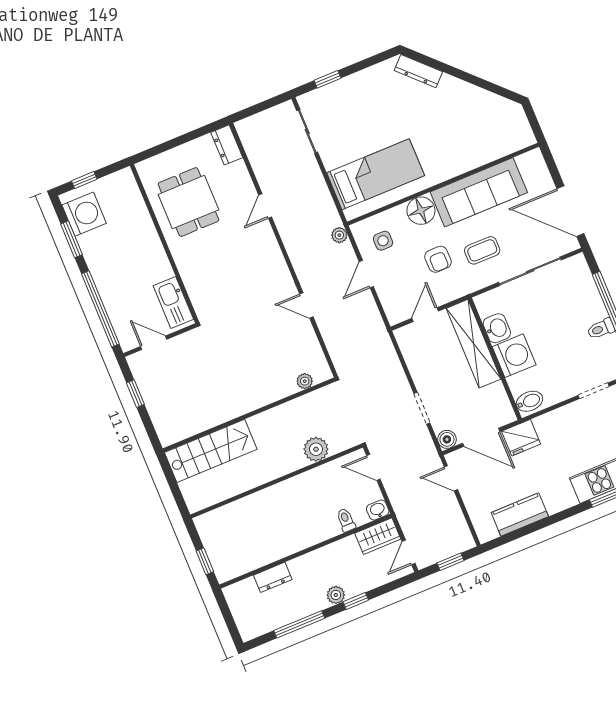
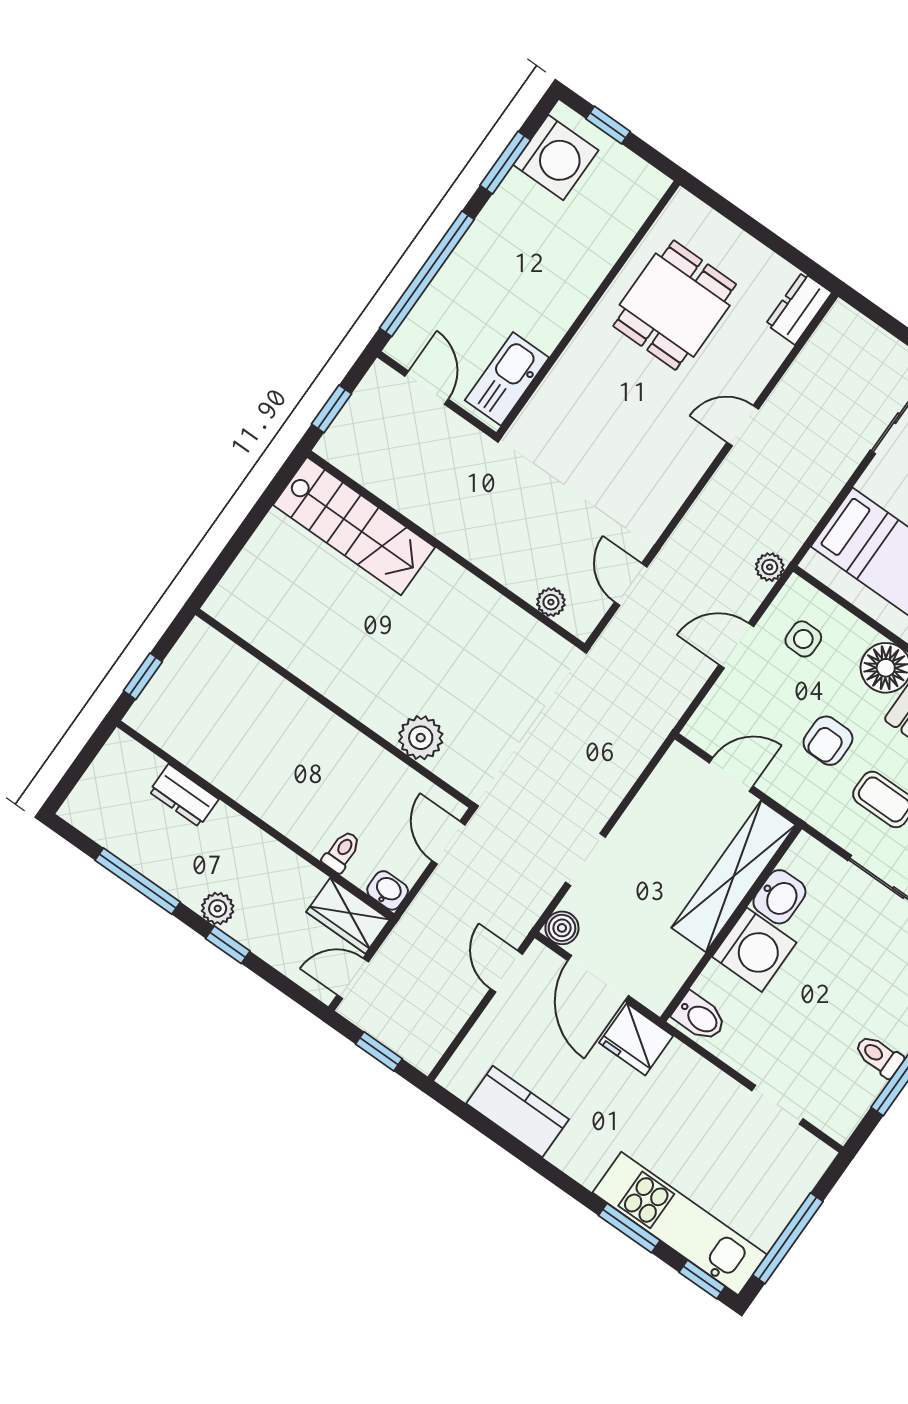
plant: (305, 381) -> (551, 602), moved
wall: (249, 415) -> (446, 550), moved
stairs: (211, 451) -> (354, 526), moved

